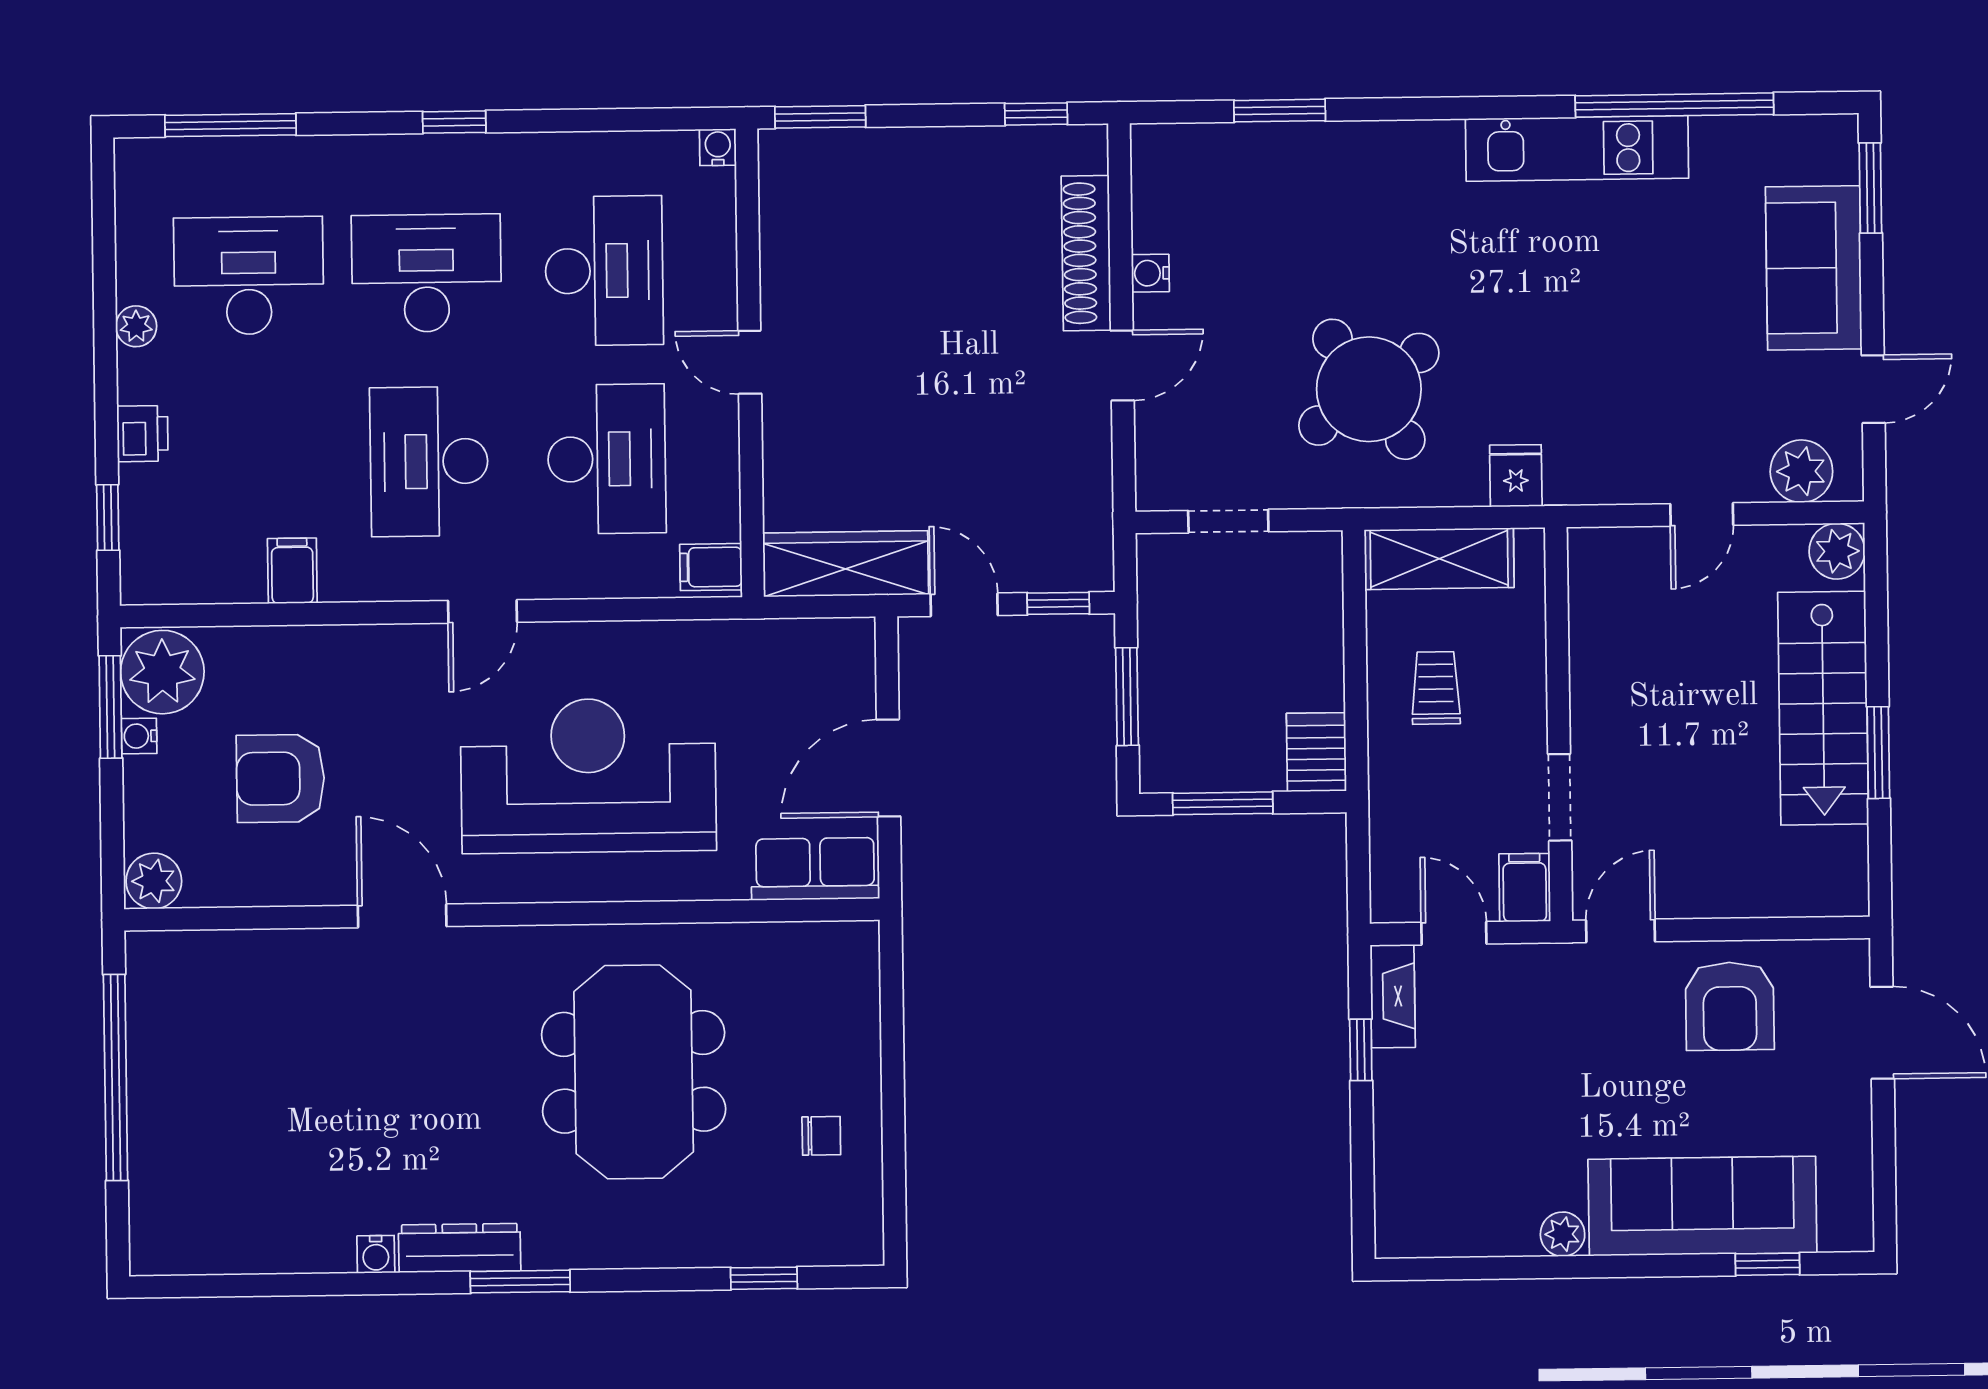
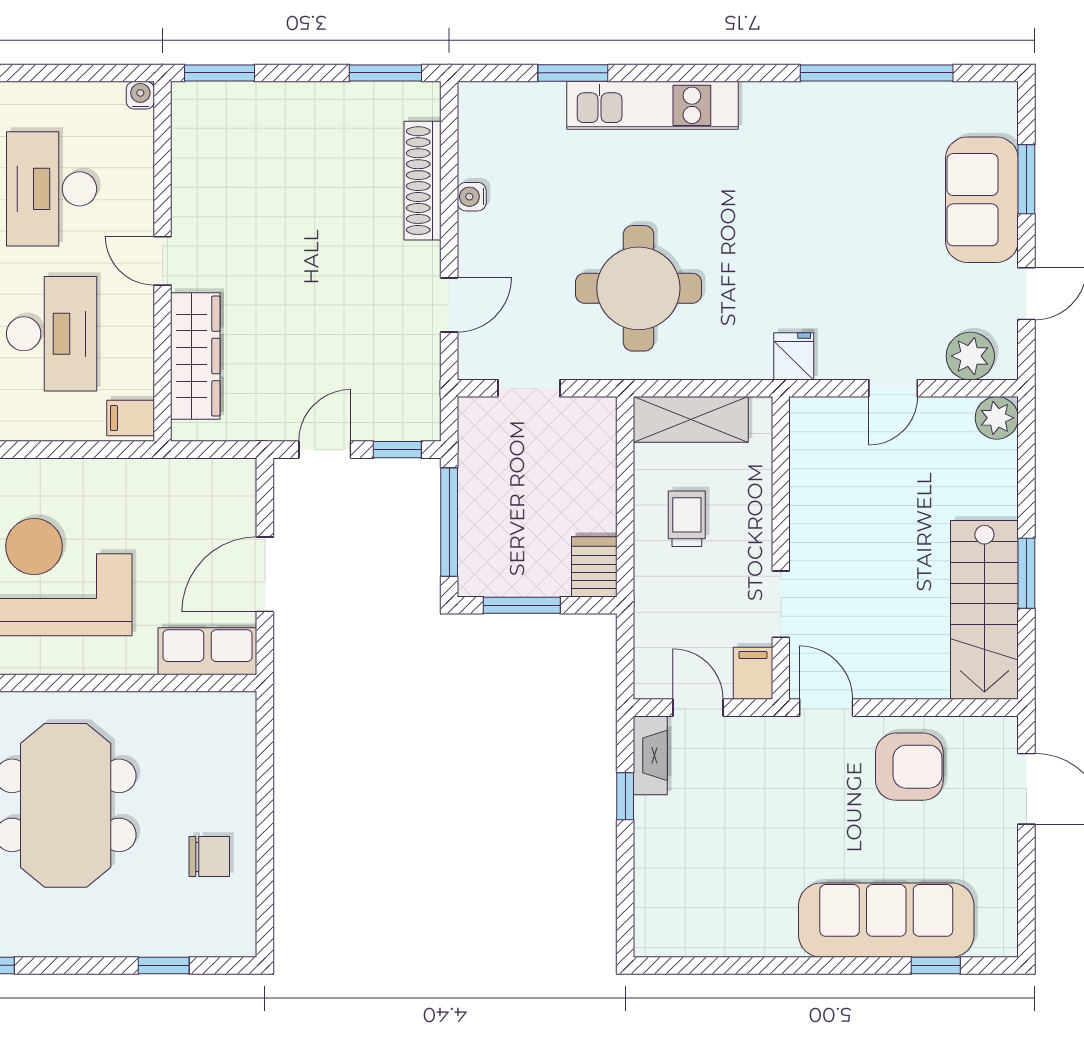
window: (1036, 114) -> (385, 73), width x1.50
kitchen unit: (1577, 148) -> (653, 105), moved
window: (1870, 188) -> (1026, 179), moved
desk: (604, 271) -> (52, 189), turned 180
door: (1122, 365) -> (449, 305), moved
round table: (1369, 389) -> (638, 288), turned 35
fridge: (1516, 476) -> (794, 356), moved
wardrobe: (846, 564) -> (195, 356), moved, turned 90
door: (964, 605) -> (325, 450), hinge flipped
window: (1127, 697) -> (449, 522), width x1.44
stairs: (1823, 708) -> (984, 610), moved
door: (1620, 931) -> (826, 708), hinge flipped
armchair: (1730, 1006) -> (909, 767), turned -90
chair: (821, 1136) -> (209, 857), width x1.37, depth x1.37
plant: (1563, 1234) -> (778, 940), removed

